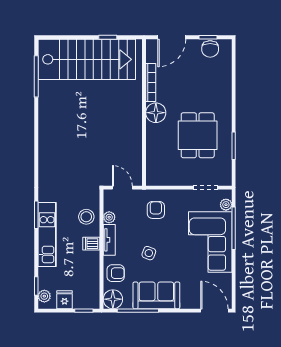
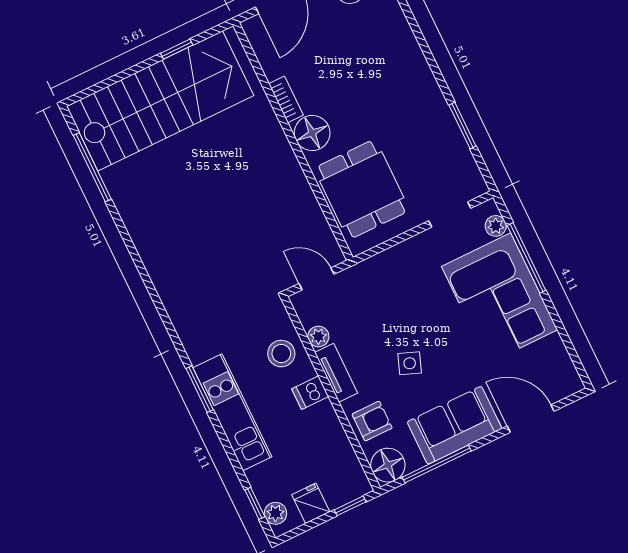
bookcase: (151, 82) -> (286, 99), width x0.64
dining table: (198, 135) -> (362, 189), moved
armchair: (156, 210) -> (387, 289), removed
door: (214, 311) -> (531, 419), moved

